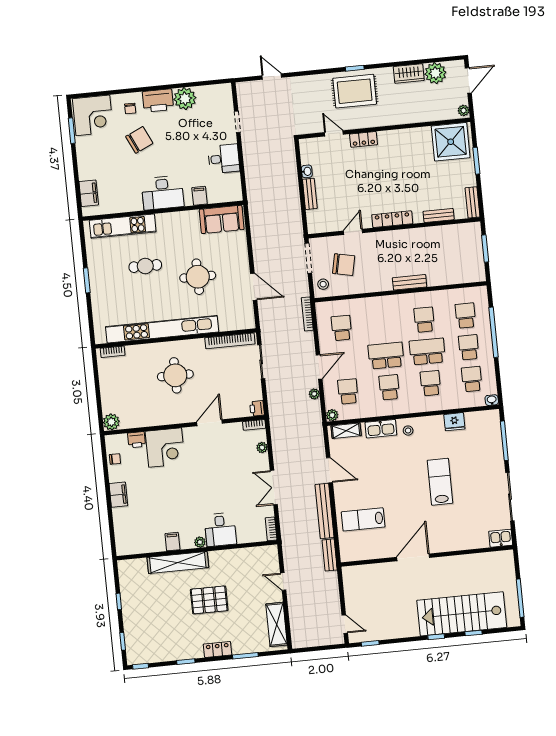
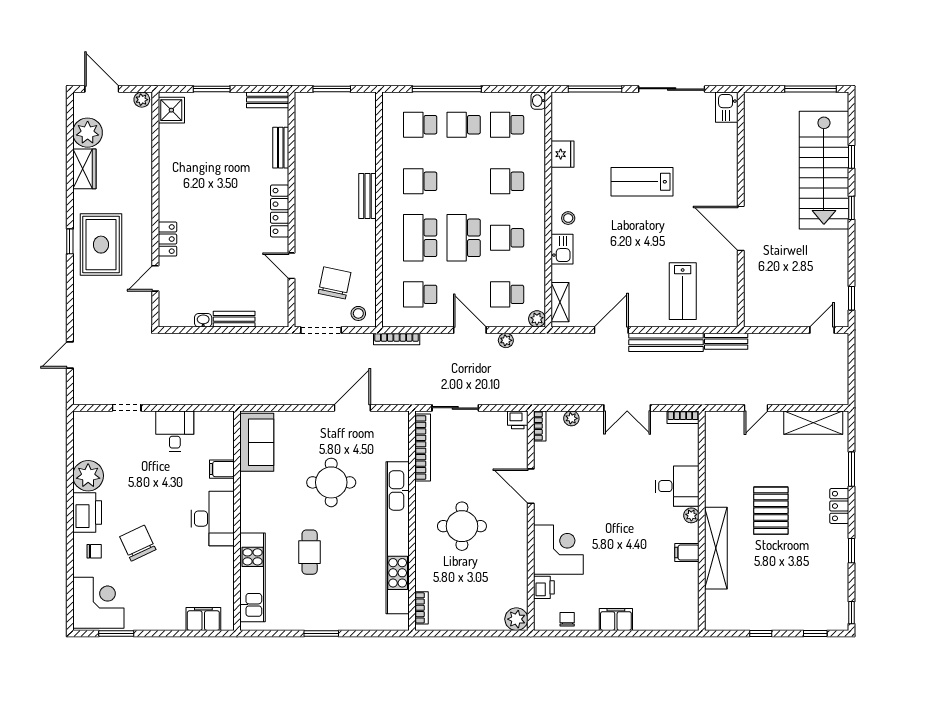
shower: (451, 142) -> (171, 110), width x0.54, depth x0.54
school desk: (427, 351) -> (420, 238), moved
kitchen sink: (381, 429) -> (562, 249), width x0.73

